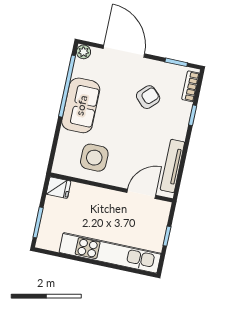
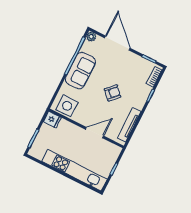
armchair: (148, 97) -> (113, 93), moved
side table: (94, 158) -> (67, 106), moved
door: (141, 194) -> (95, 133), moved

